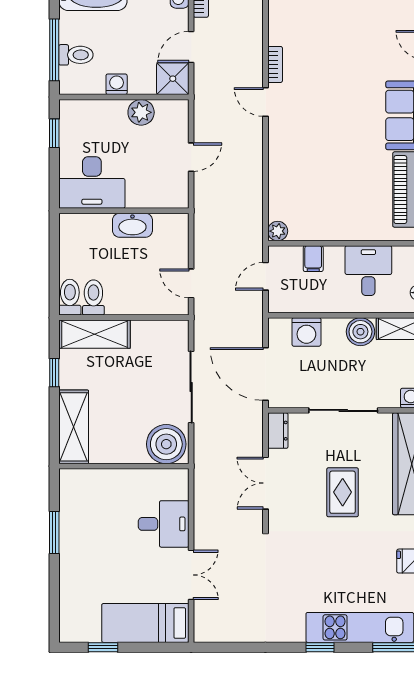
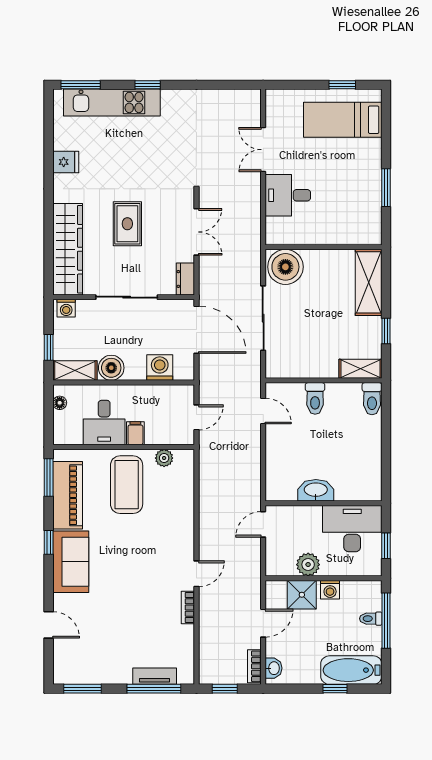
toilet: (76, 55) -> (371, 619), width x0.73, depth x0.72
shower: (173, 79) -> (302, 595), moved
door: (265, 102) -> (196, 574), hinge flipped
desk: (92, 183) -> (352, 529), moved
coffee table: (343, 201) -> (127, 485), added
wall: (124, 211) -> (324, 503), moved
washbasin: (132, 225) -> (316, 490), moved
plant: (278, 231) -> (164, 458), moved
filing cabinet: (313, 259) -> (135, 433), moved
toilet: (93, 297) -> (315, 398), moved
shelving: (95, 334) -> (360, 369), width x0.67, depth x0.75
bed: (145, 623) -> (343, 120), moved, turned 180

